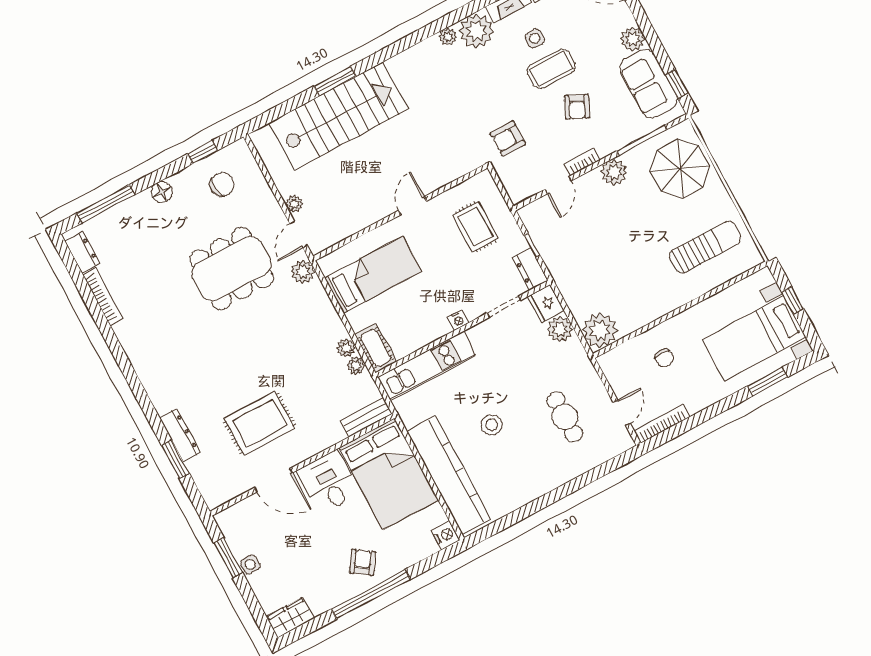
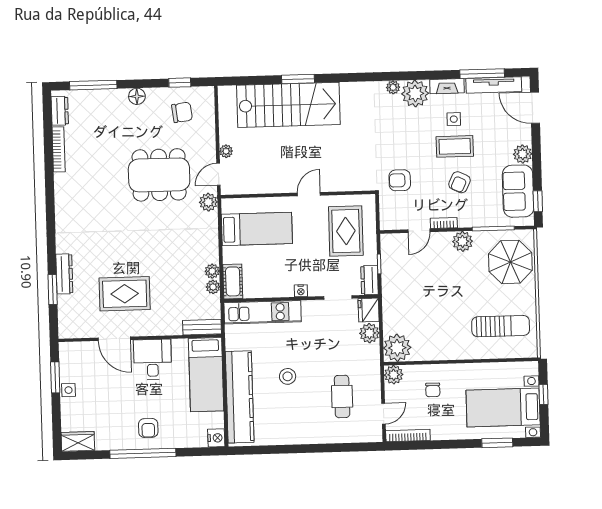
rug: (475, 227) -> (346, 231), width x1.36, depth x1.43
plant: (611, 363) -> (394, 375), added
bed: (389, 474) -> (206, 375), width x0.67
armchair: (362, 562) -> (148, 428), turned 146

